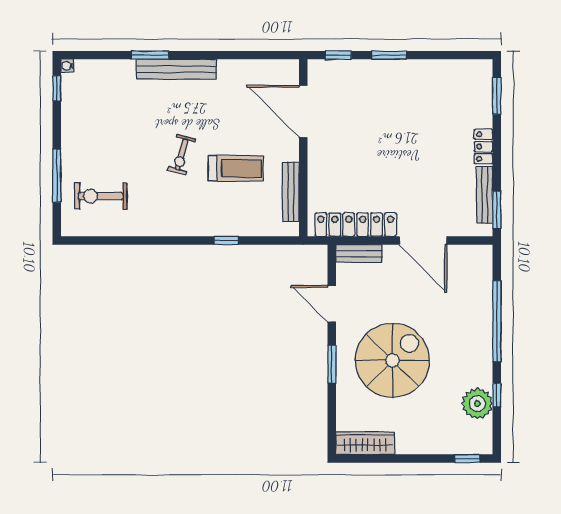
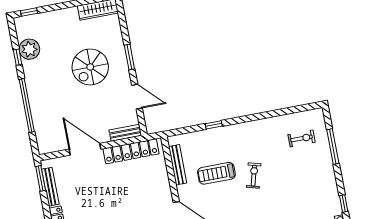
exercise bike: (101, 196) -> (302, 138), width x0.73, depth x0.72
spiral stairs: (392, 360) -> (90, 67), width x0.73, depth x0.73

